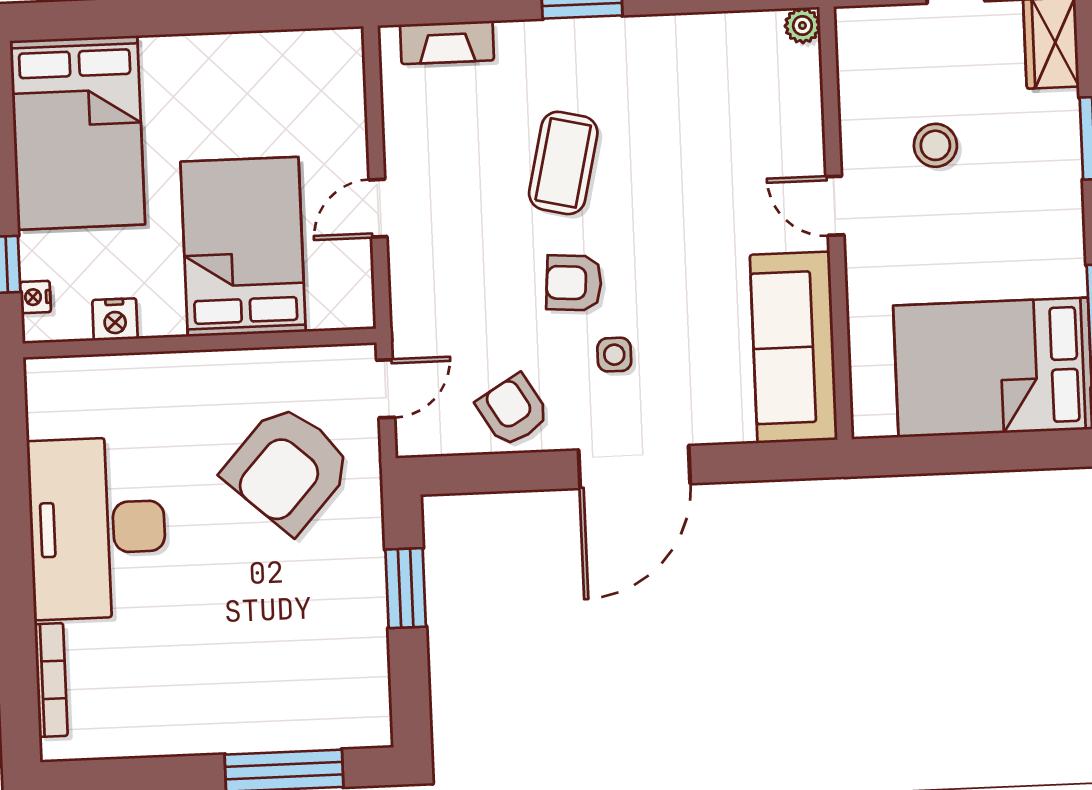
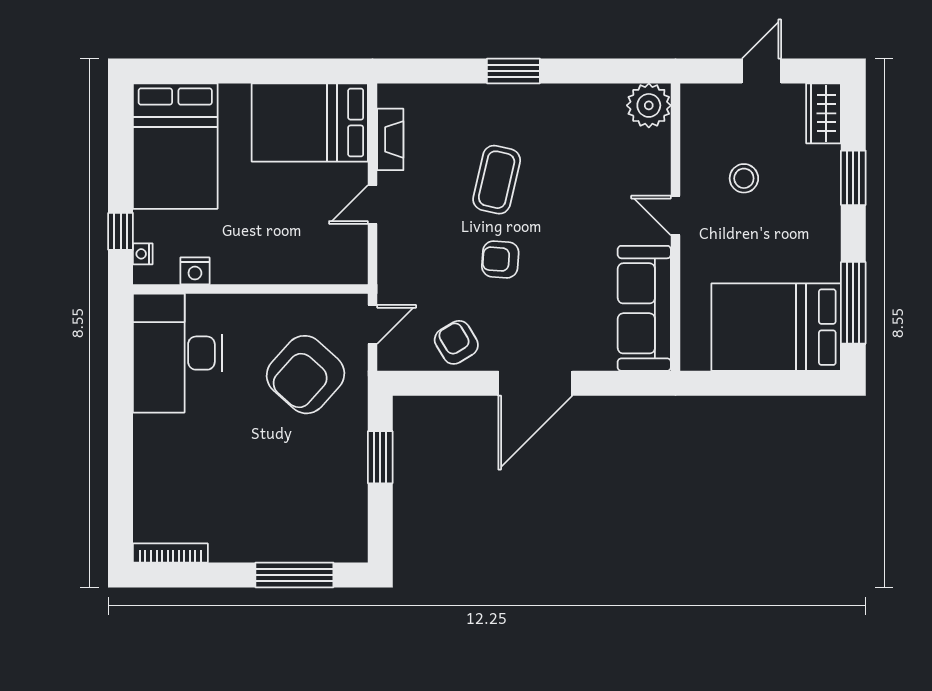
plant: (802, 25) -> (649, 105), width x1.88, depth x1.88
fireplace: (447, 42) -> (390, 139), moved, turned -90
bed: (243, 247) -> (310, 123), moved, turned -90
side table: (614, 355) -> (525, 308), removed
desk: (97, 528) -> (177, 353), moved
bookcase: (51, 680) -> (170, 553), moved, turned -90

